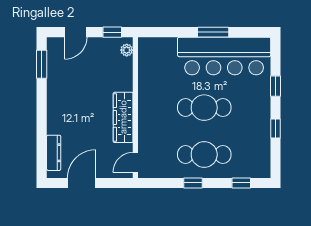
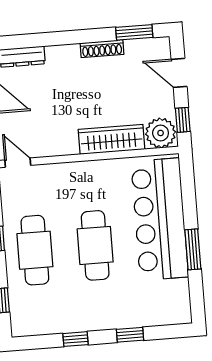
plant: (127, 50) -> (161, 133), width x1.88, depth x1.88
bar counter: (224, 56) -> (160, 219), moved
shoe rack: (52, 90) -> (102, 49), added
wardrobe: (123, 117) -> (112, 139), moved

